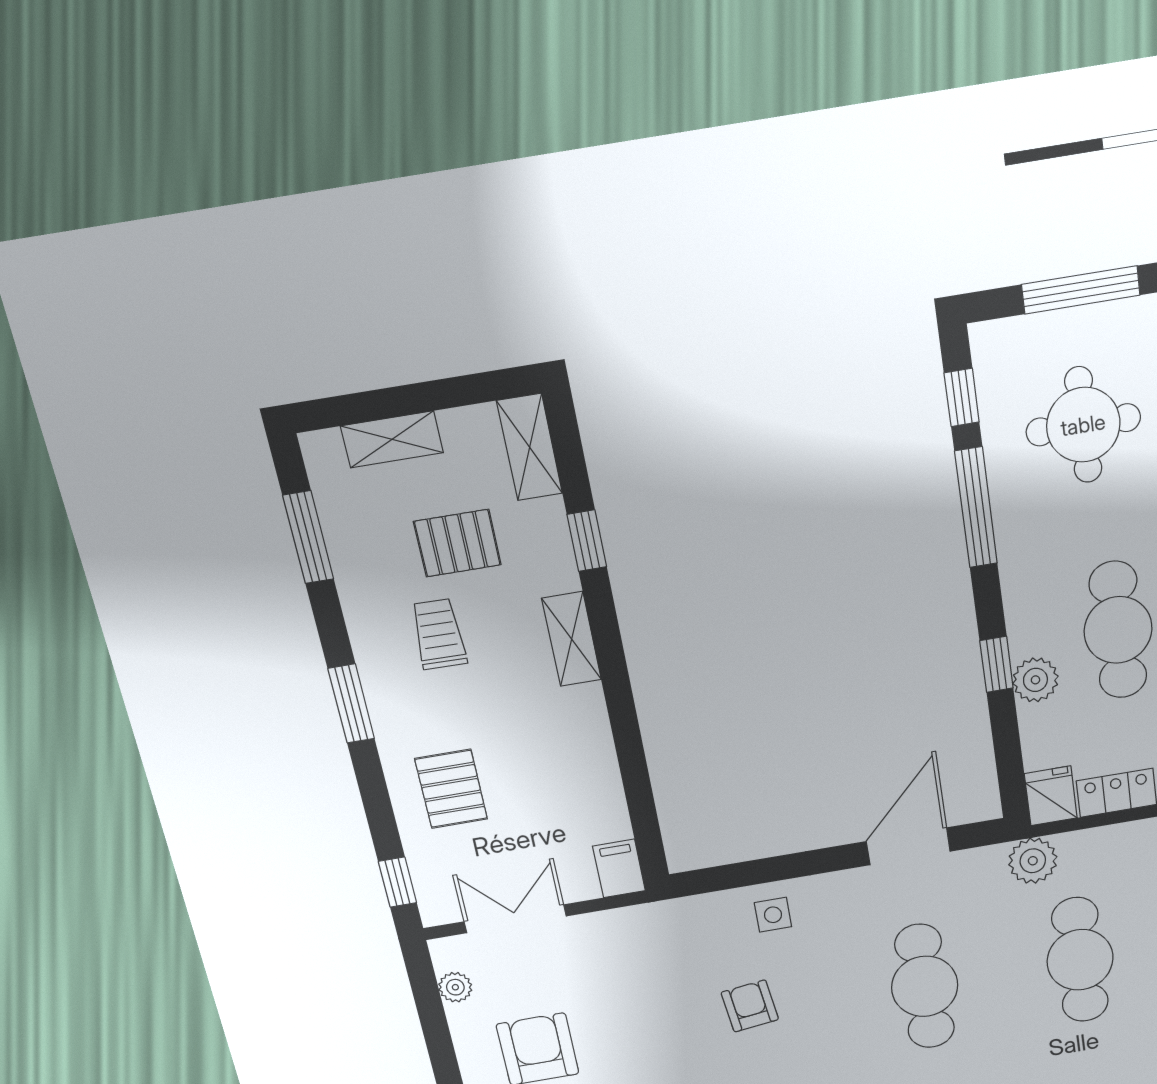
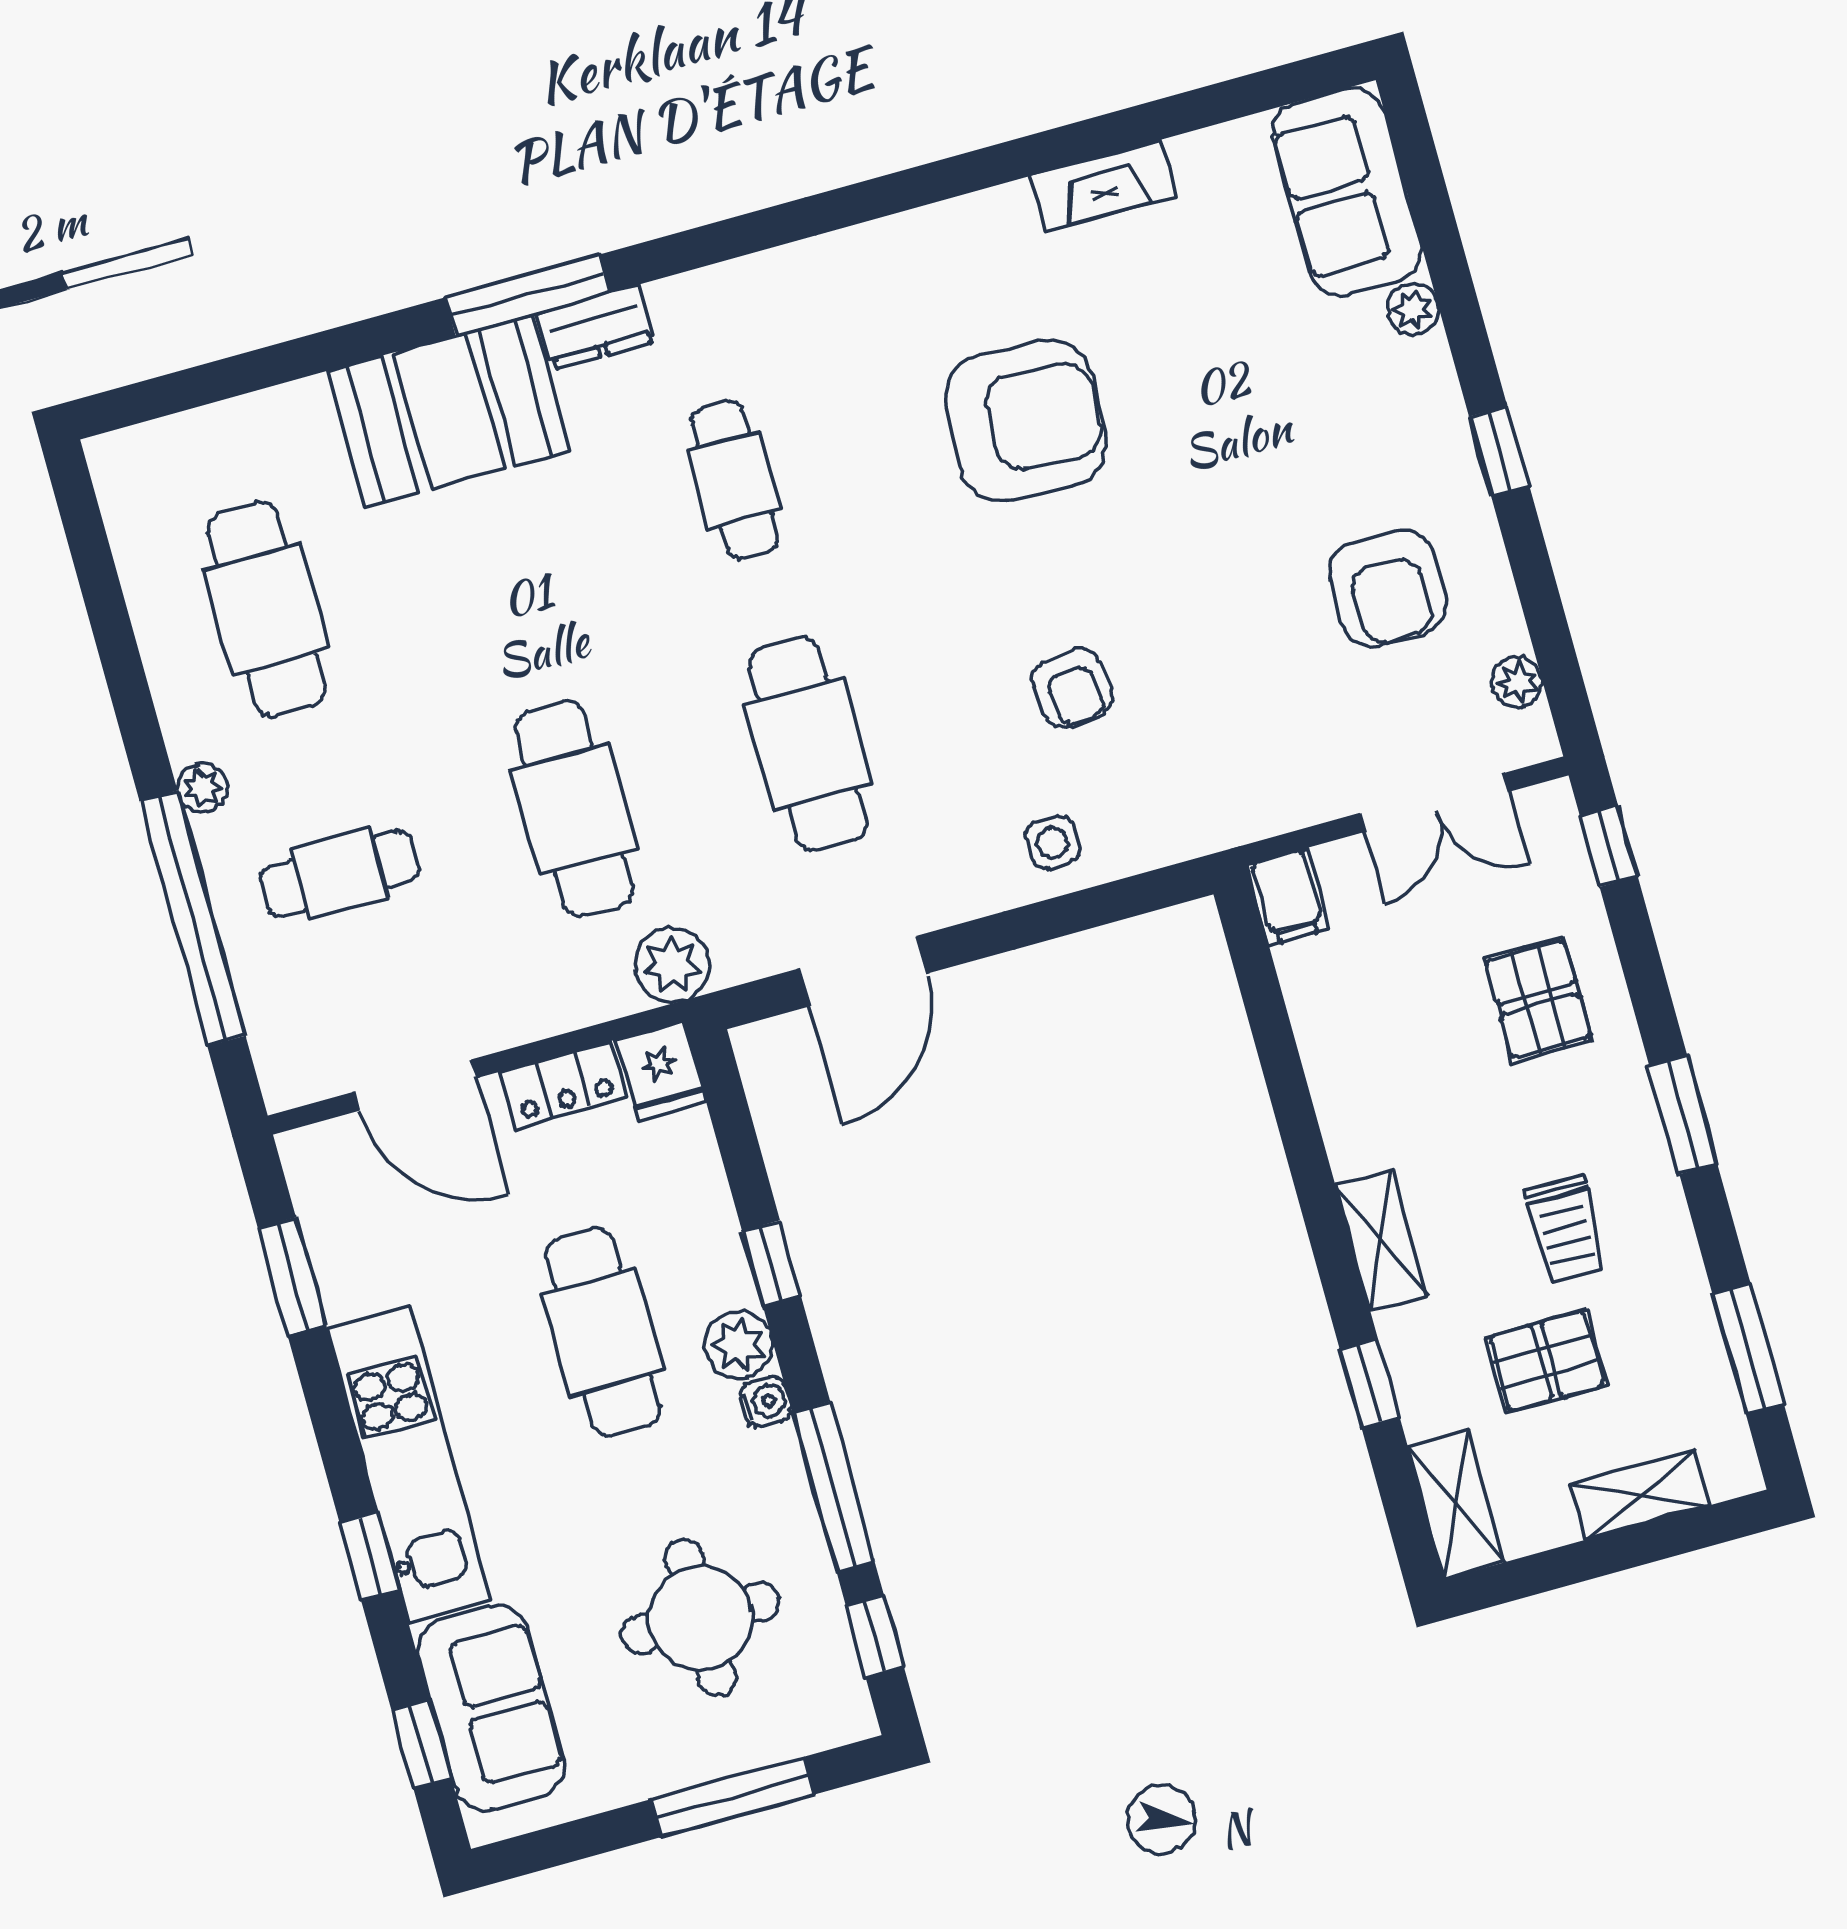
water cooler: (1015, 572) -> (765, 1402), added
plant: (1035, 680) -> (739, 1345), moved

